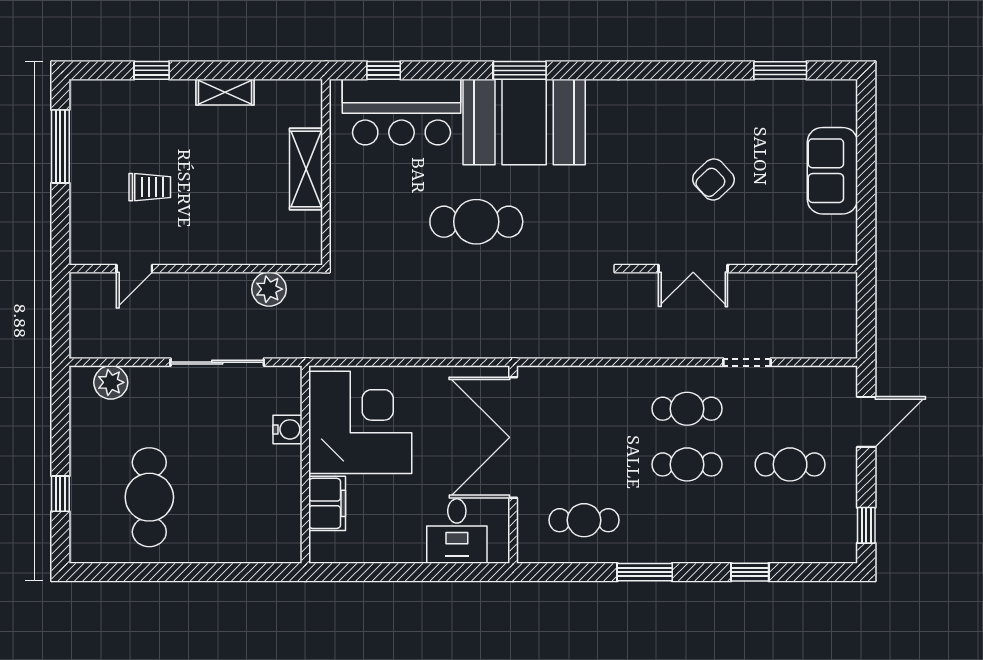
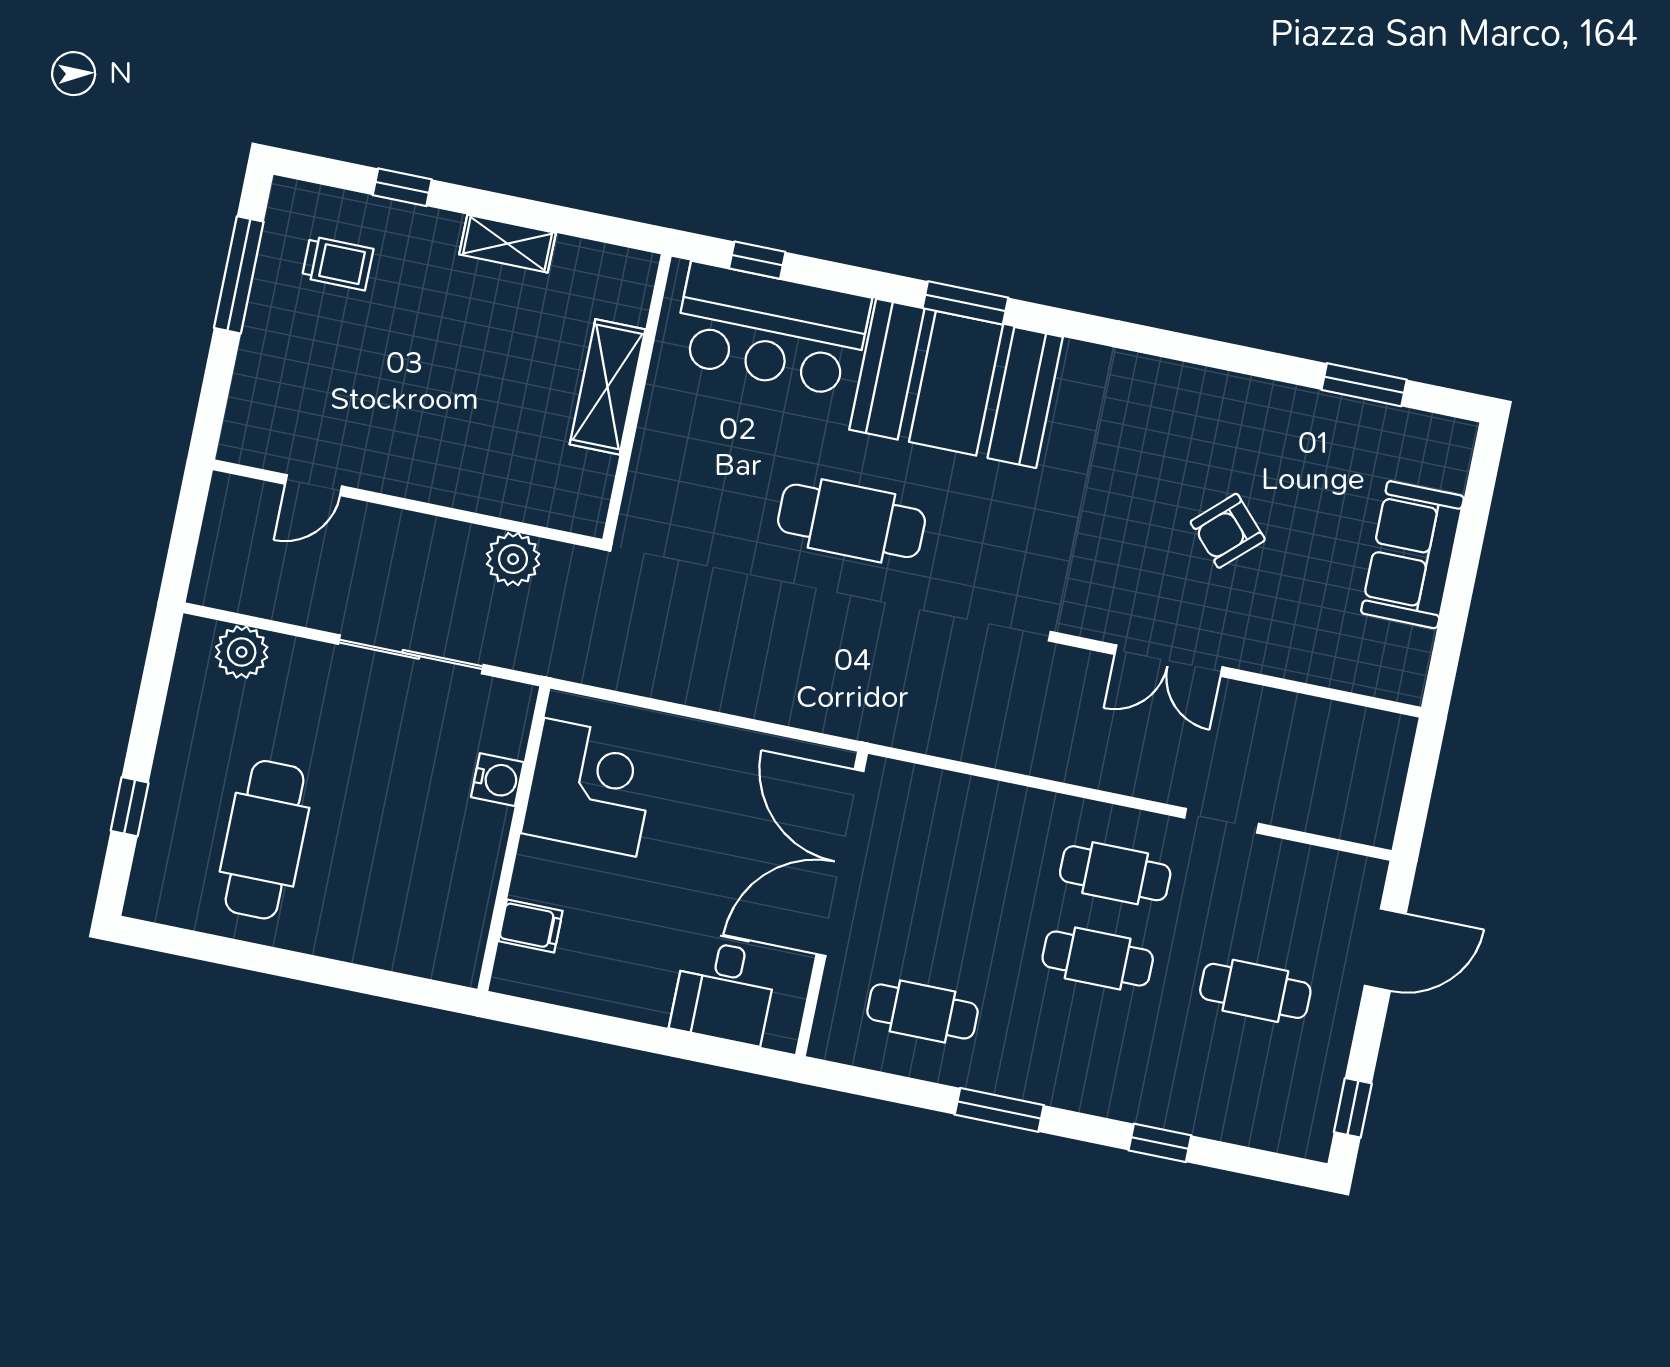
trolley: (150, 187) -> (338, 263), moved
corner desk: (360, 422) -> (590, 787), width x0.74, depth x0.74
filing cabinet: (327, 503) -> (531, 926), width x0.50

